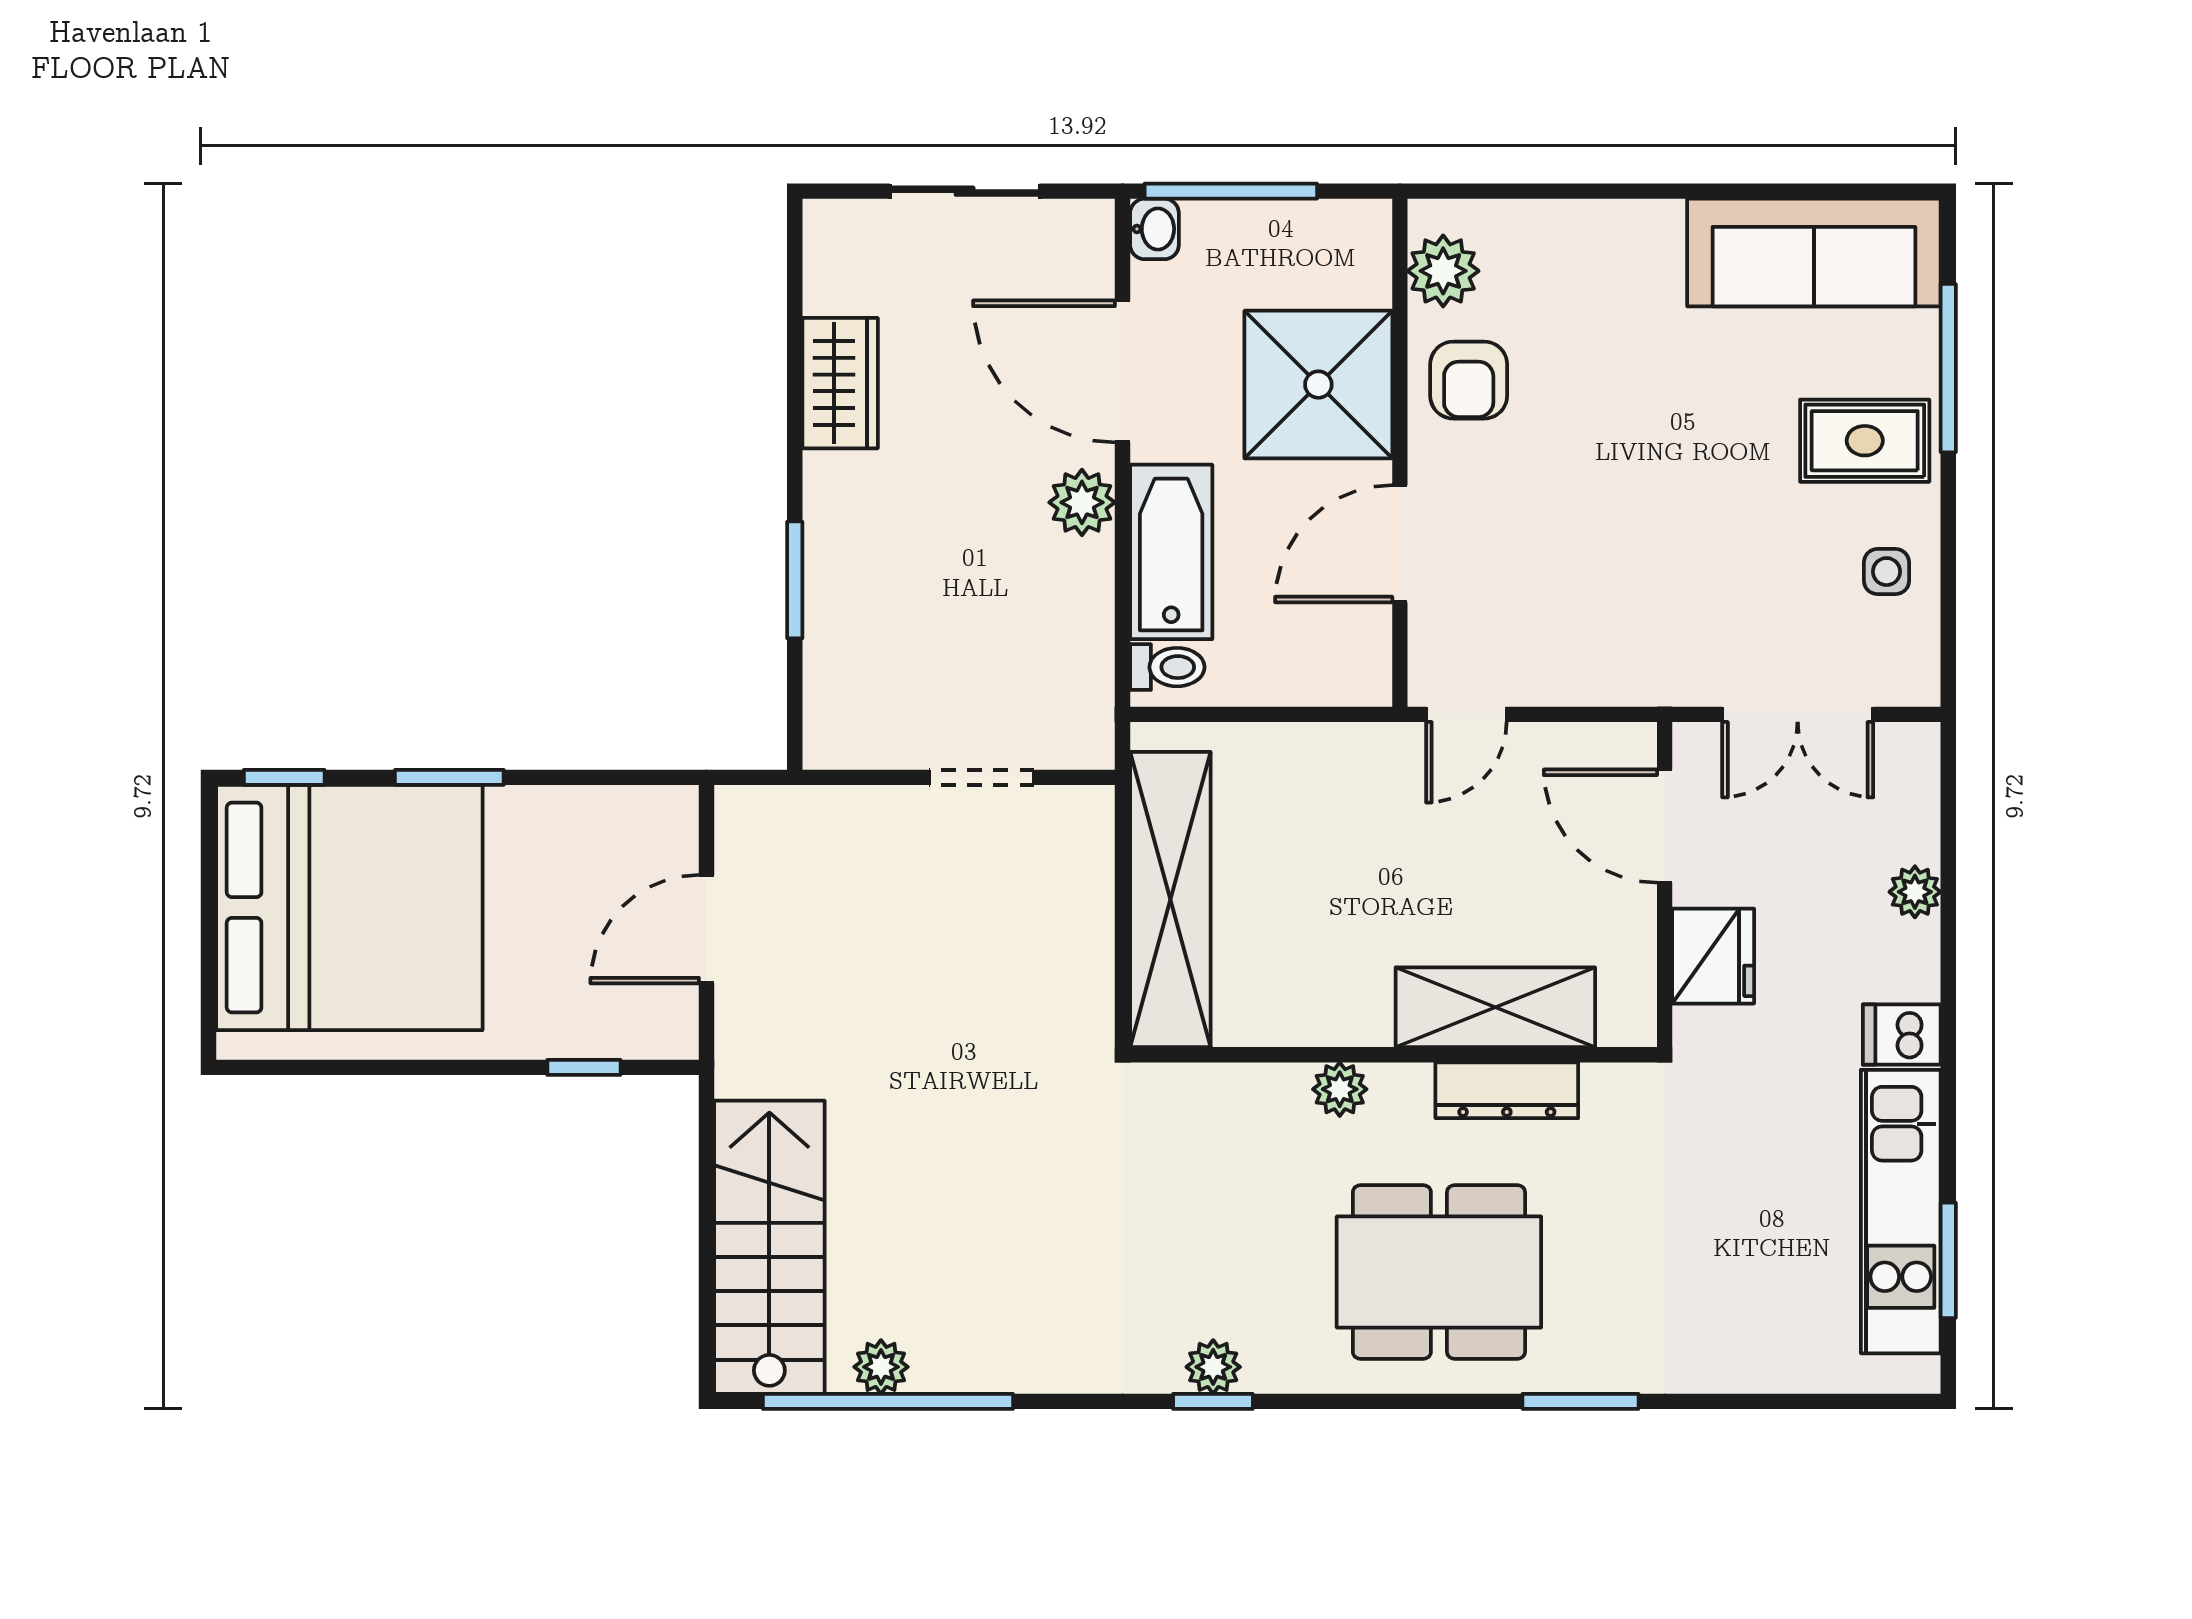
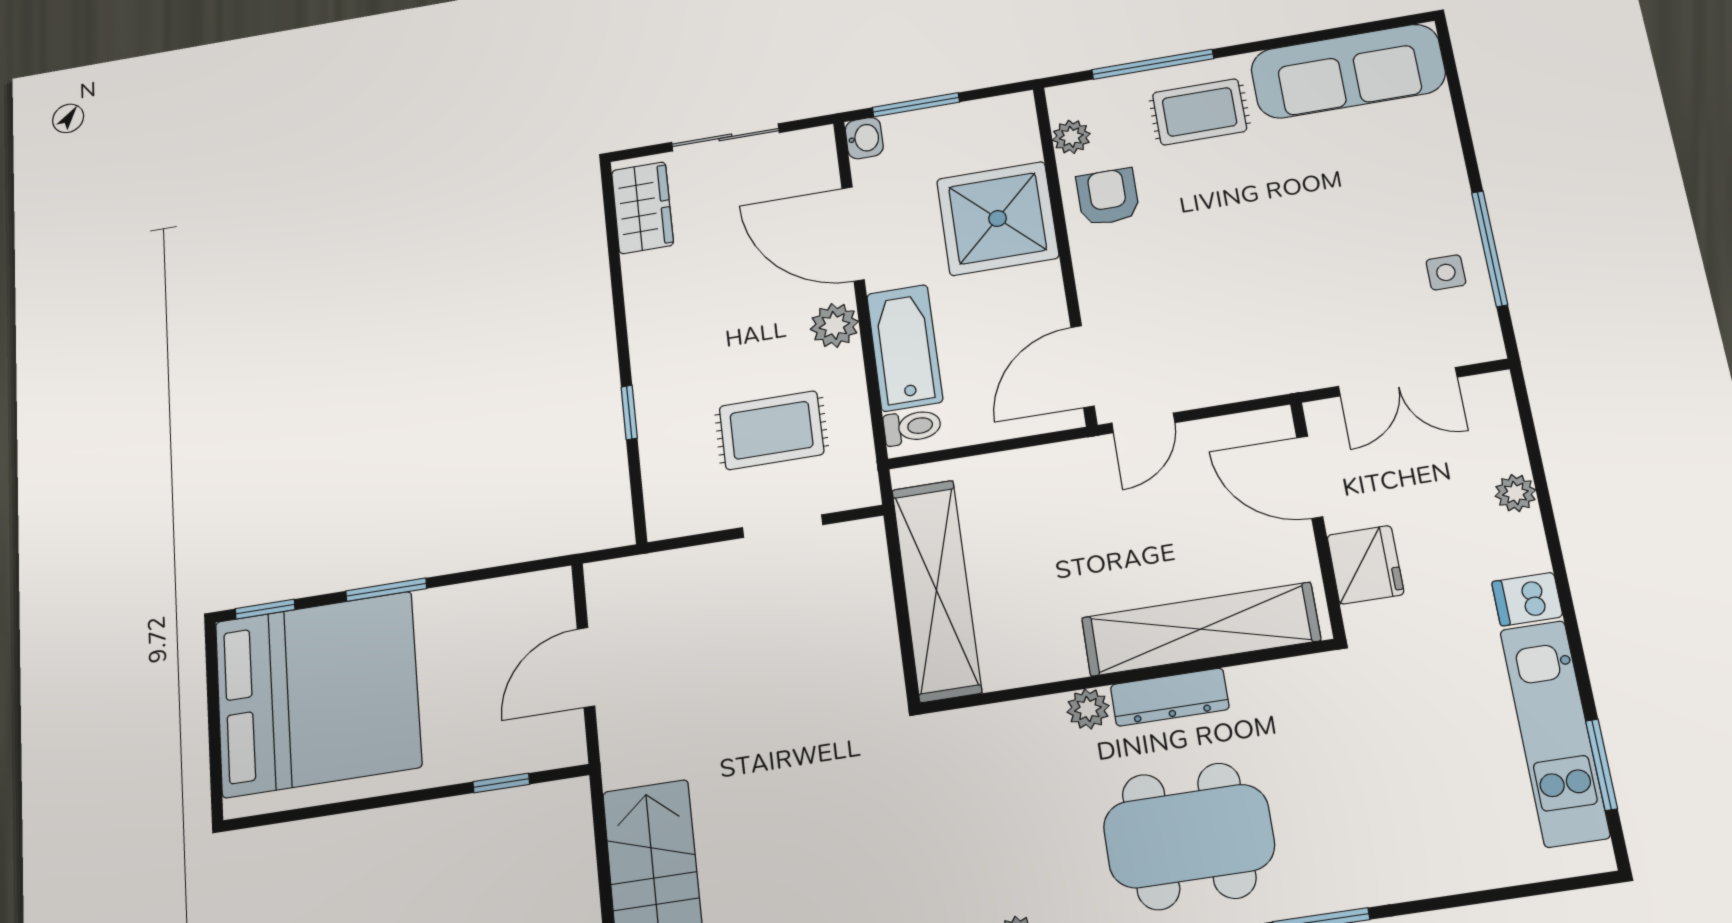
window: (1231, 191) -> (916, 105), width x0.69
window: (1558, 191) -> (1153, 64), added
plant: (1443, 271) -> (1071, 137), width x0.73, depth x0.73
window: (1948, 368) -> (1490, 248), moved
armchair: (1469, 380) -> (1108, 197), turned 180
wardrobe: (840, 383) -> (643, 208), moved
rug: (1865, 441) -> (1200, 112), moved
door: (1400, 544) -> (1082, 367), moved
window: (795, 580) -> (629, 412), width x0.67
rug: (982, 639) -> (771, 430), added
shelving: (1495, 1007) -> (1201, 629), width x1.47
dresser: (1507, 1090) -> (1170, 697), moved

